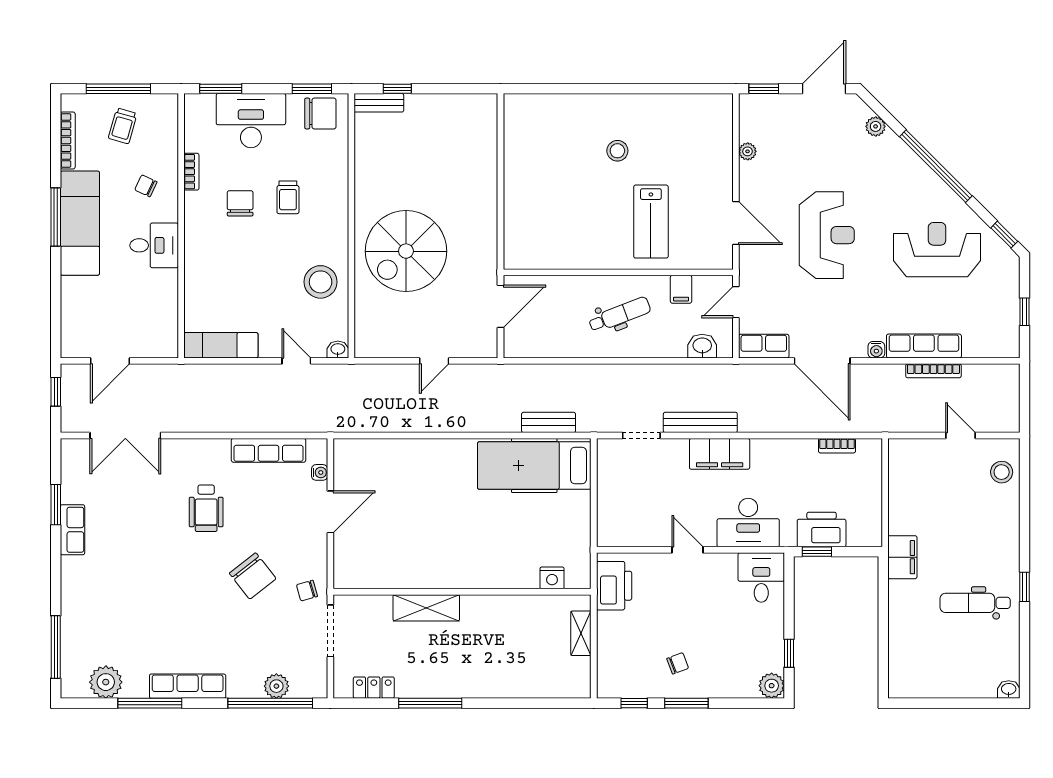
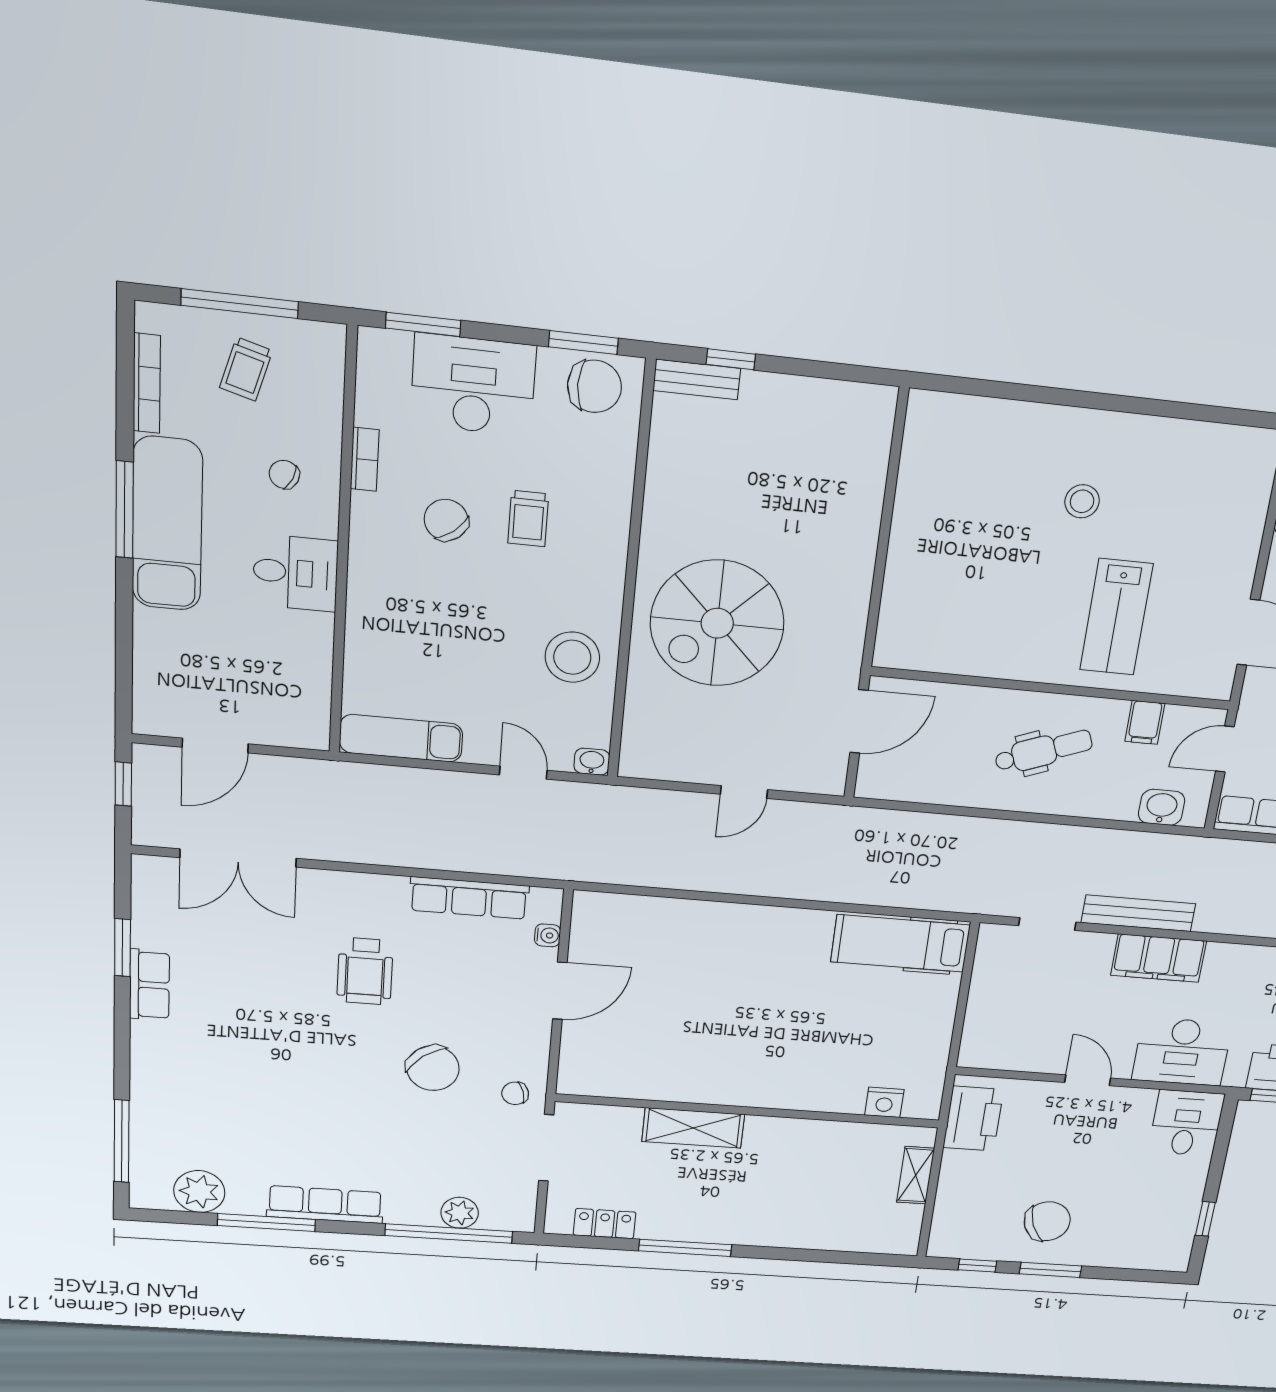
chair: (240, 203) -> (446, 520), turned -39
bench: (549, 422) -> (910, 894), removed
hospital bed: (534, 465) -> (900, 943), width x0.73, depth x0.78
chair: (678, 663) -> (1047, 1221), width x1.87, depth x1.87
plant: (772, 686) -> (1173, 1256), removed

